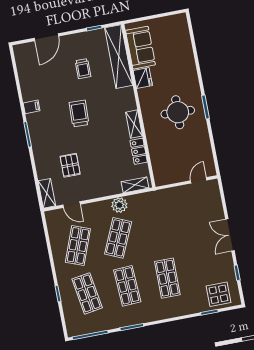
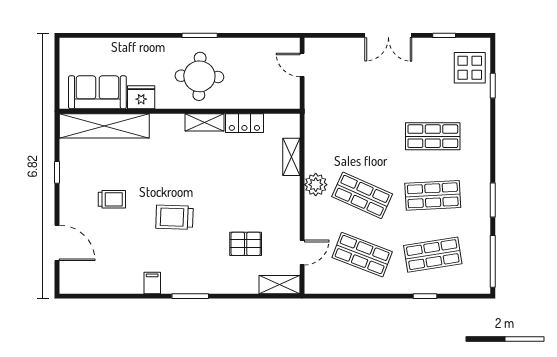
sofa: (140, 48) -> (97, 92), moved
shelving: (119, 57) -> (104, 126), moved
fridge: (143, 78) -> (141, 97), moved
wall: (138, 106) -> (180, 111), moved
shelving: (134, 124) -> (204, 122), moved
locker: (139, 151) -> (244, 123), moved

